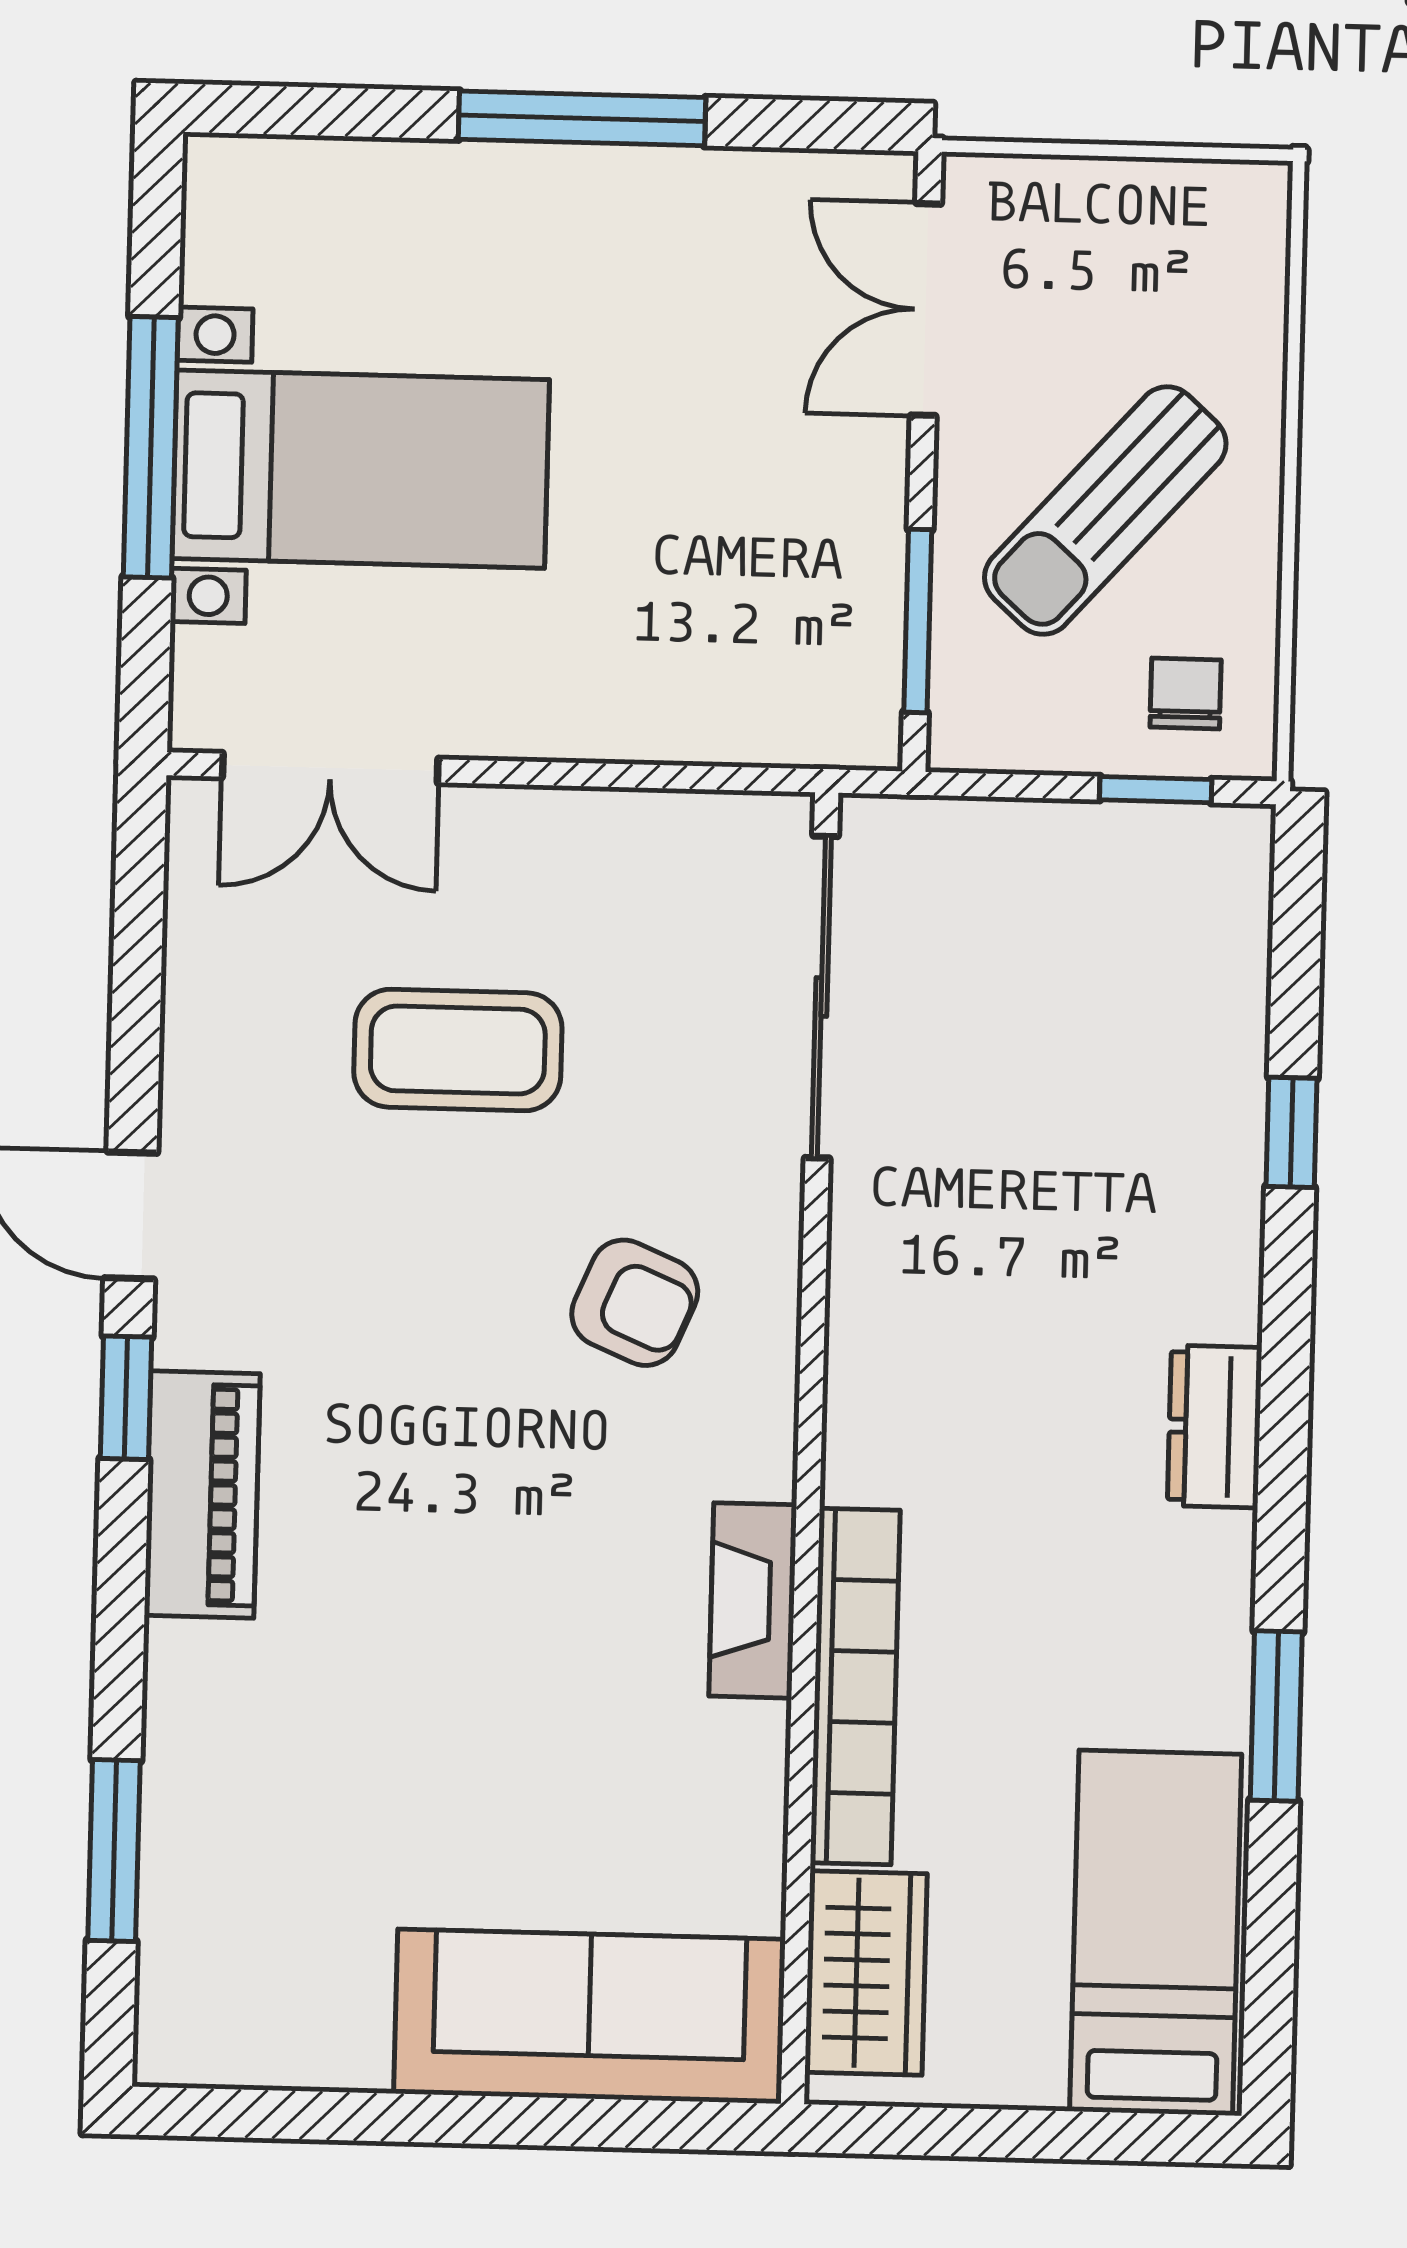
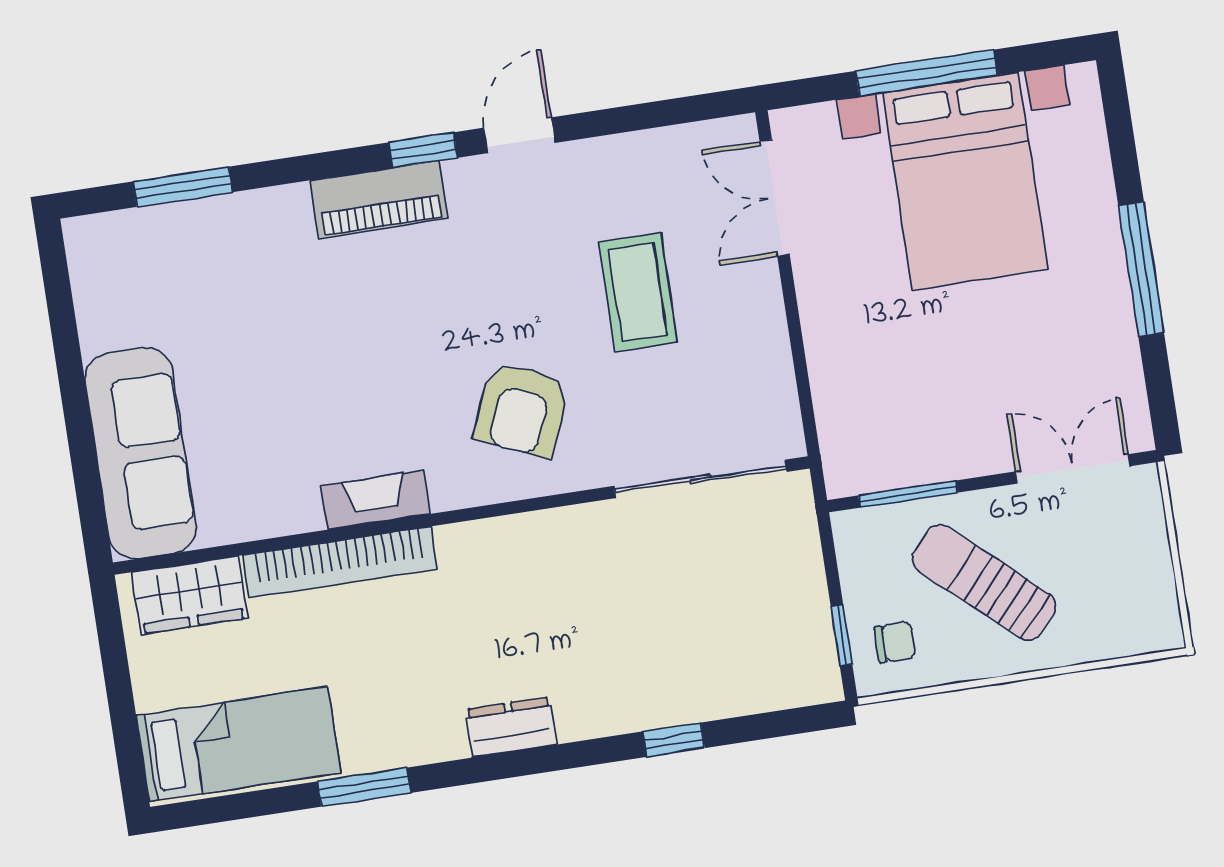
bed with nightstands: (361, 469) -> (965, 181), width x1.36
armchair: (635, 1303) -> (521, 409), width x1.38, depth x1.38

